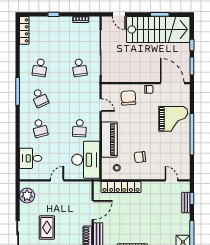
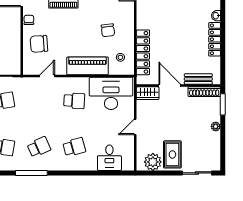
door: (57, 180) -> (135, 127), hinge flipped
wardrobe: (86, 191) -> (148, 93), added
rug: (47, 228) -> (172, 154), moved, turned 90

